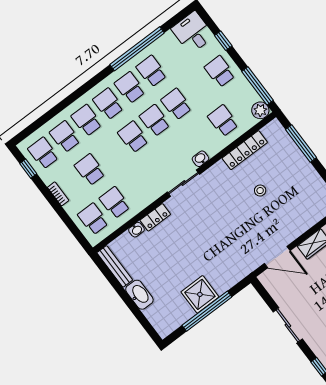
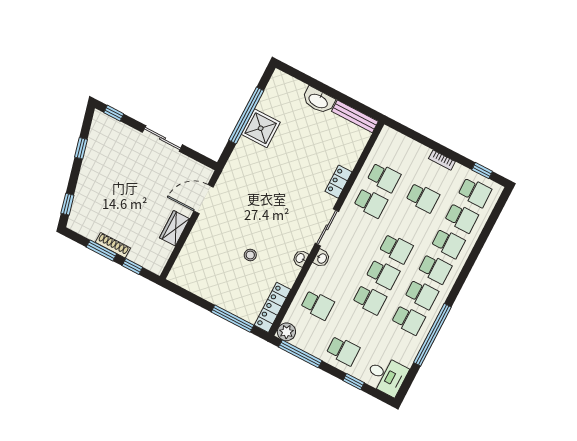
locker: (245, 150) -> (273, 307), moved
school desk: (93, 219) -> (371, 203), moved
washbasin: (136, 230) -> (300, 258), moved

